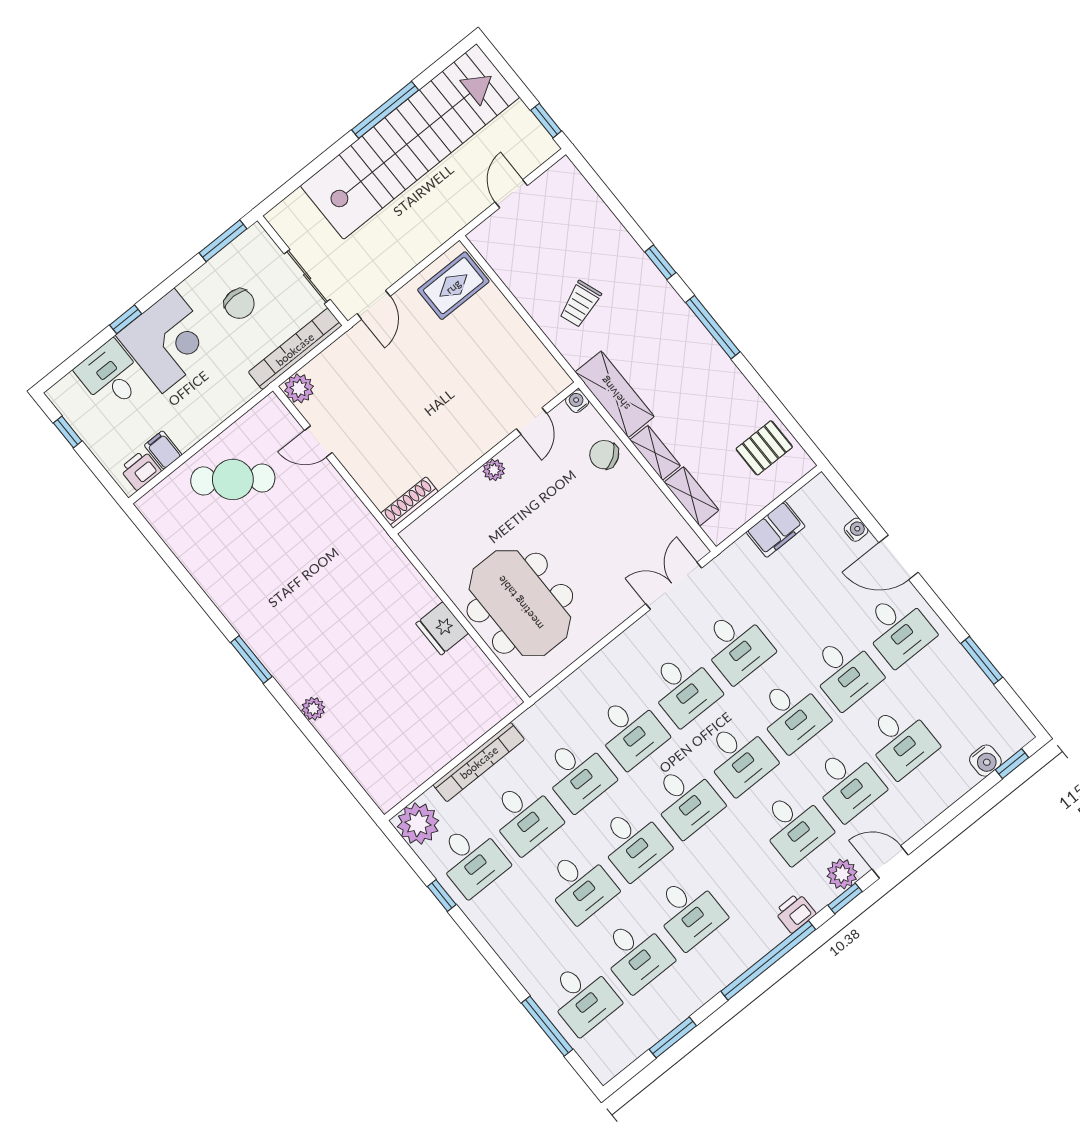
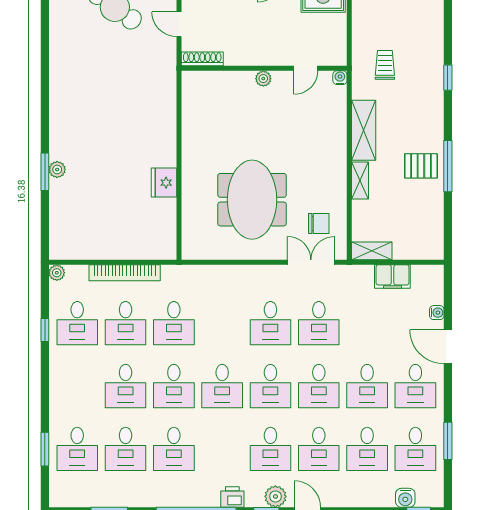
trolley: (580, 304) -> (385, 65), turned 110
window: (713, 327) -> (448, 166), moved
water cooler: (577, 401) -> (340, 78), moved
door: (531, 421) -> (306, 68), moved
pallet: (764, 448) -> (421, 166), moved
chair: (604, 455) -> (319, 223), moved, turned 125
wall: (486, 458) -> (264, 68), moved
plant: (494, 470) -> (263, 79), moved
shelving: (691, 496) -> (372, 251), moved, turned 90
shoe rack: (410, 502) -> (202, 59), moved
meeting table: (520, 603) -> (252, 200), moved
window: (251, 660) -> (45, 172), moved
desk: (630, 731) -> (415, 449), moved
plant: (418, 824) -> (57, 273), width x0.53, depth x0.53
window: (547, 1026) -> (45, 449), width x0.69

